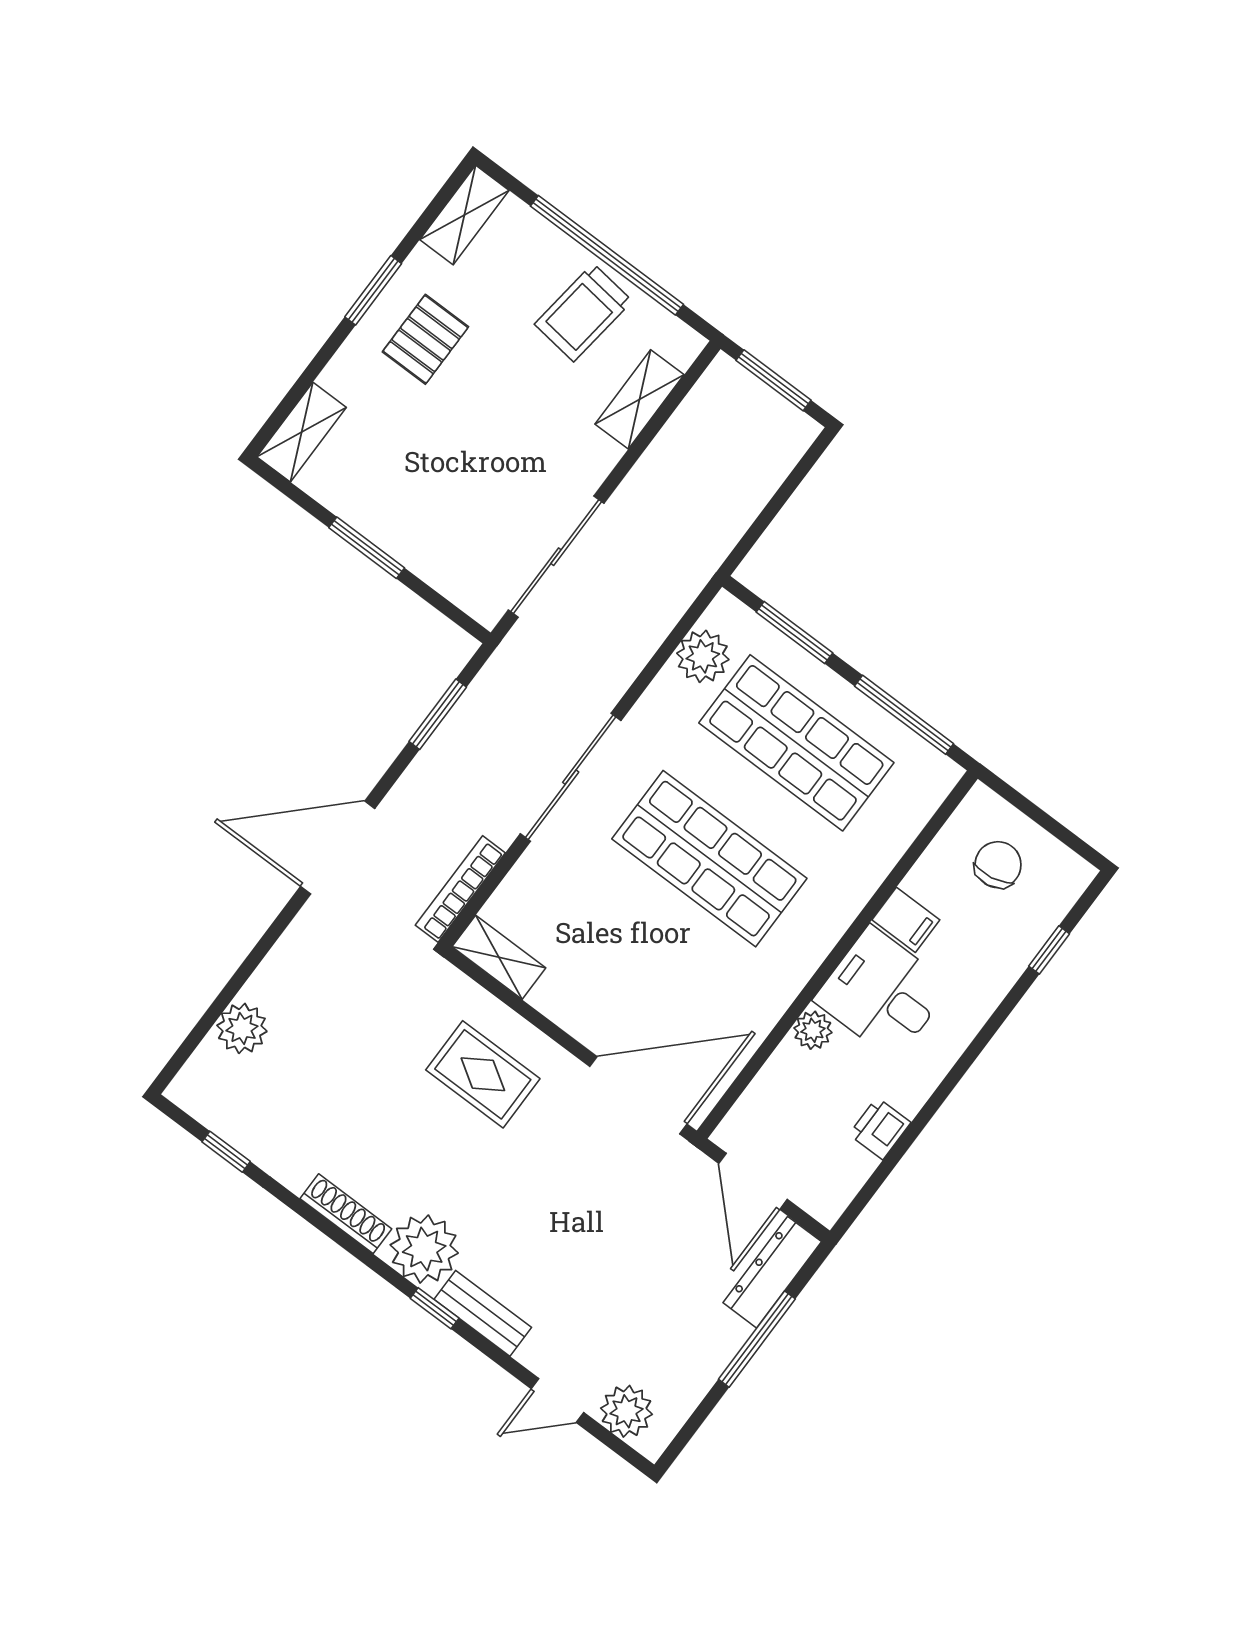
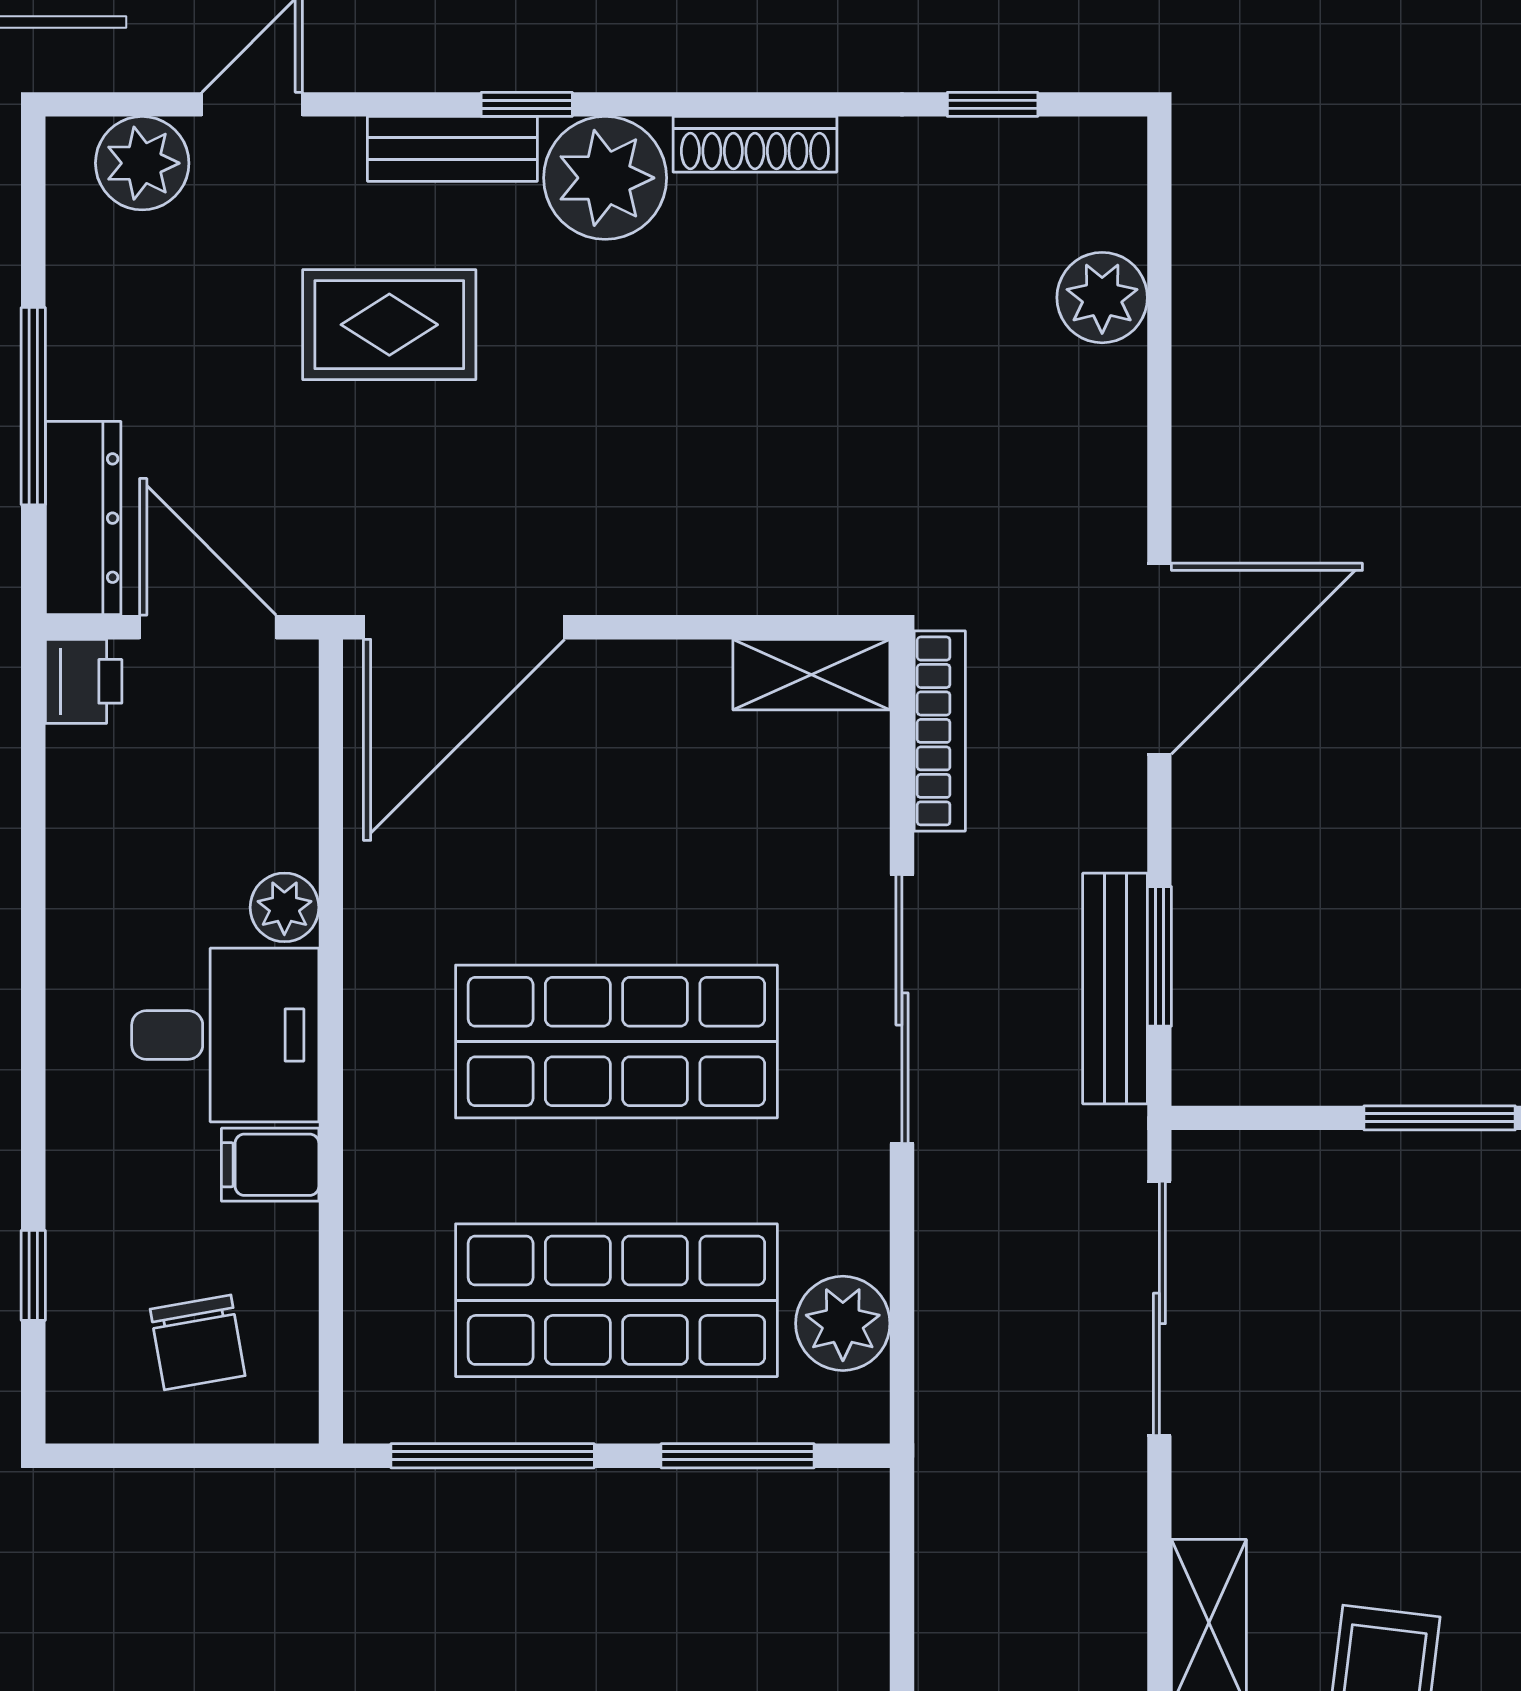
bench: (468, 715) -> (1115, 989), added
rug: (483, 1074) -> (389, 325), moved
printer: (880, 1128) -> (84, 681), moved

